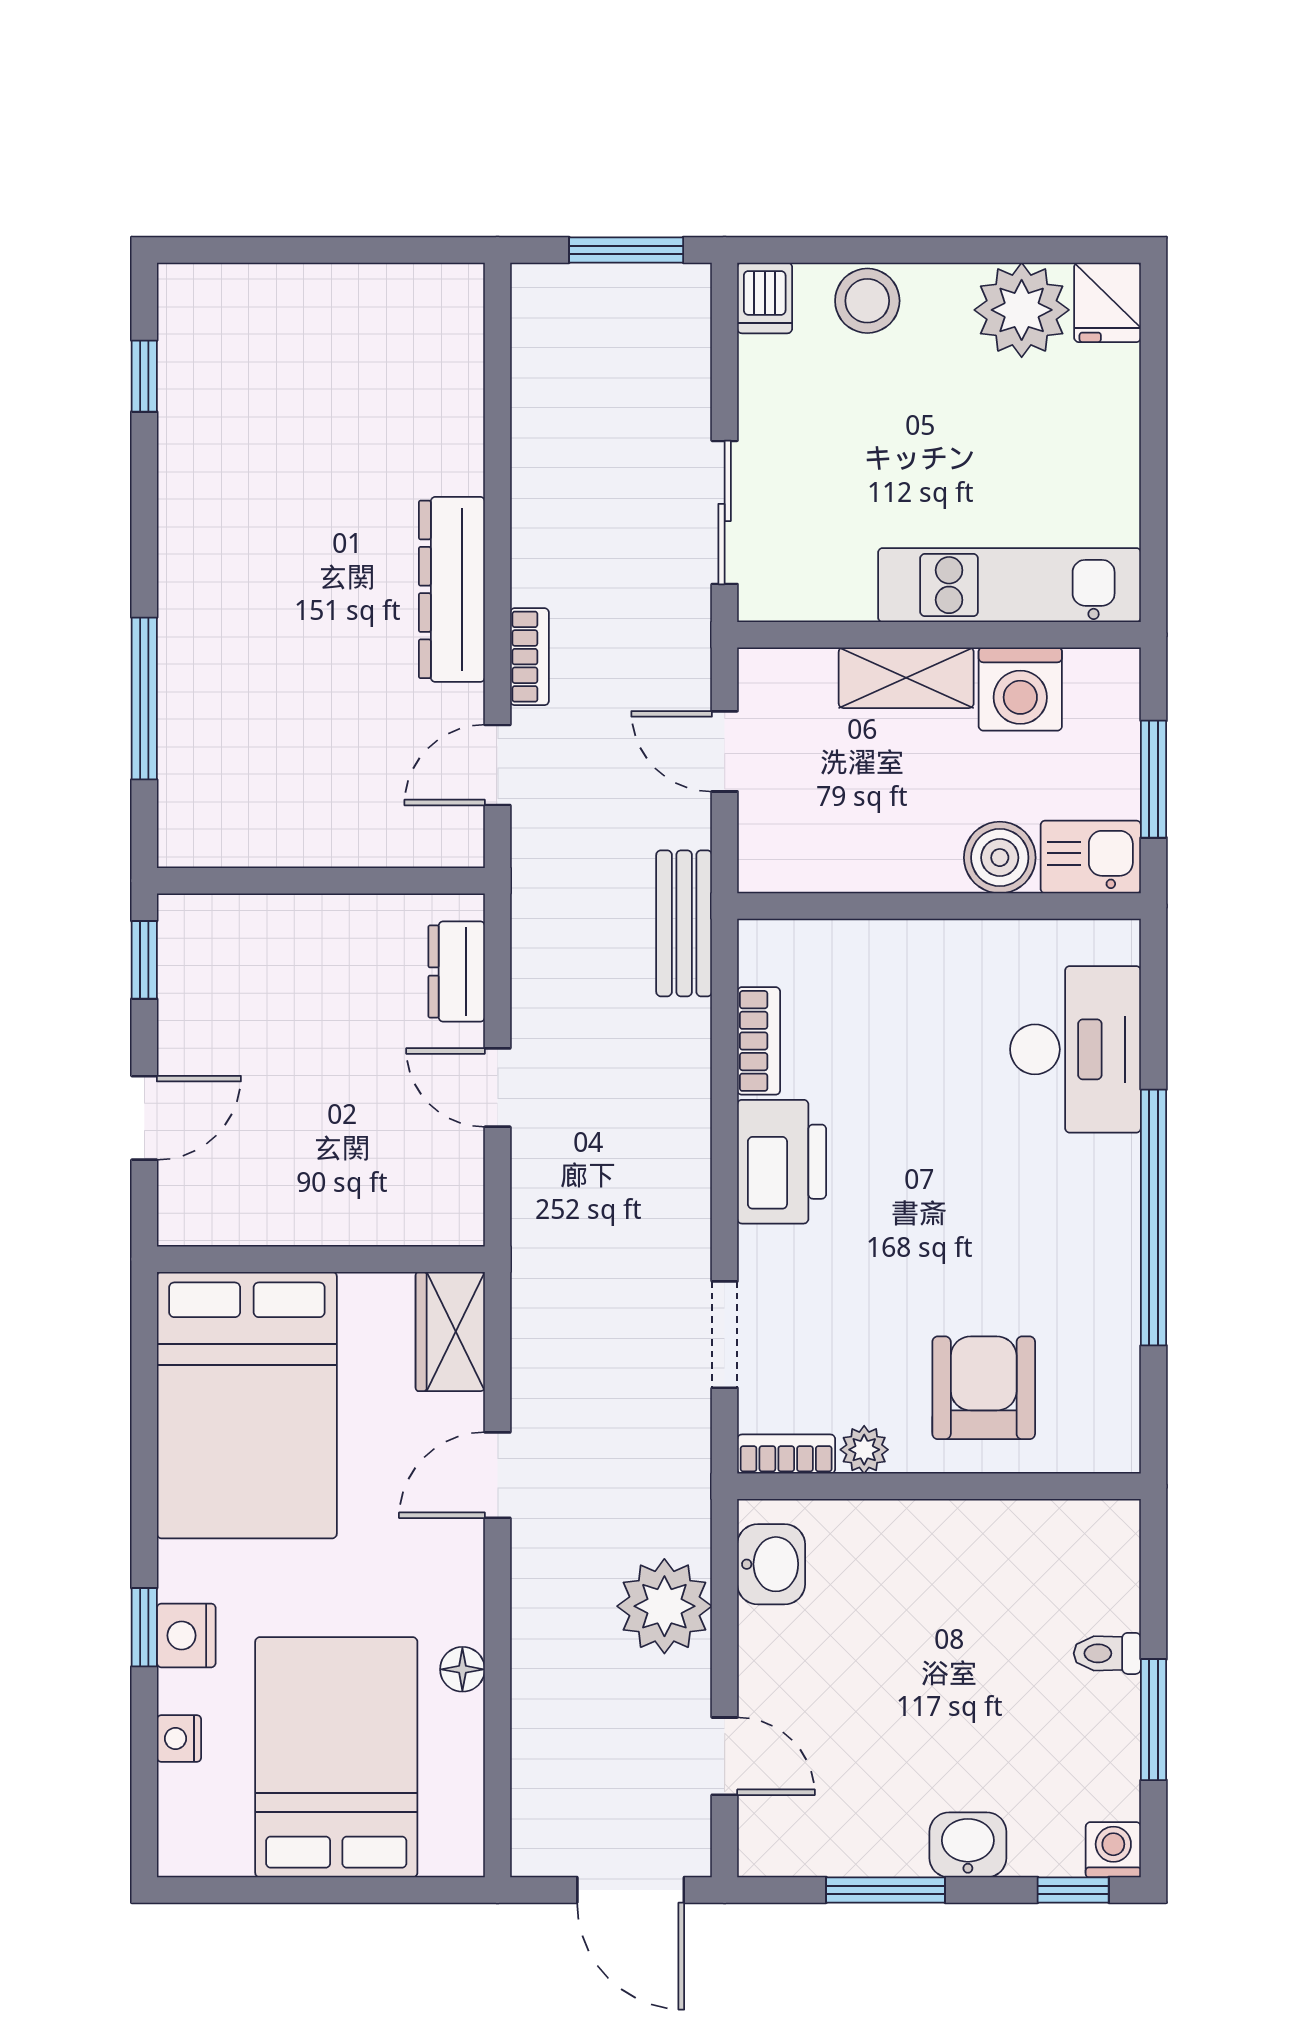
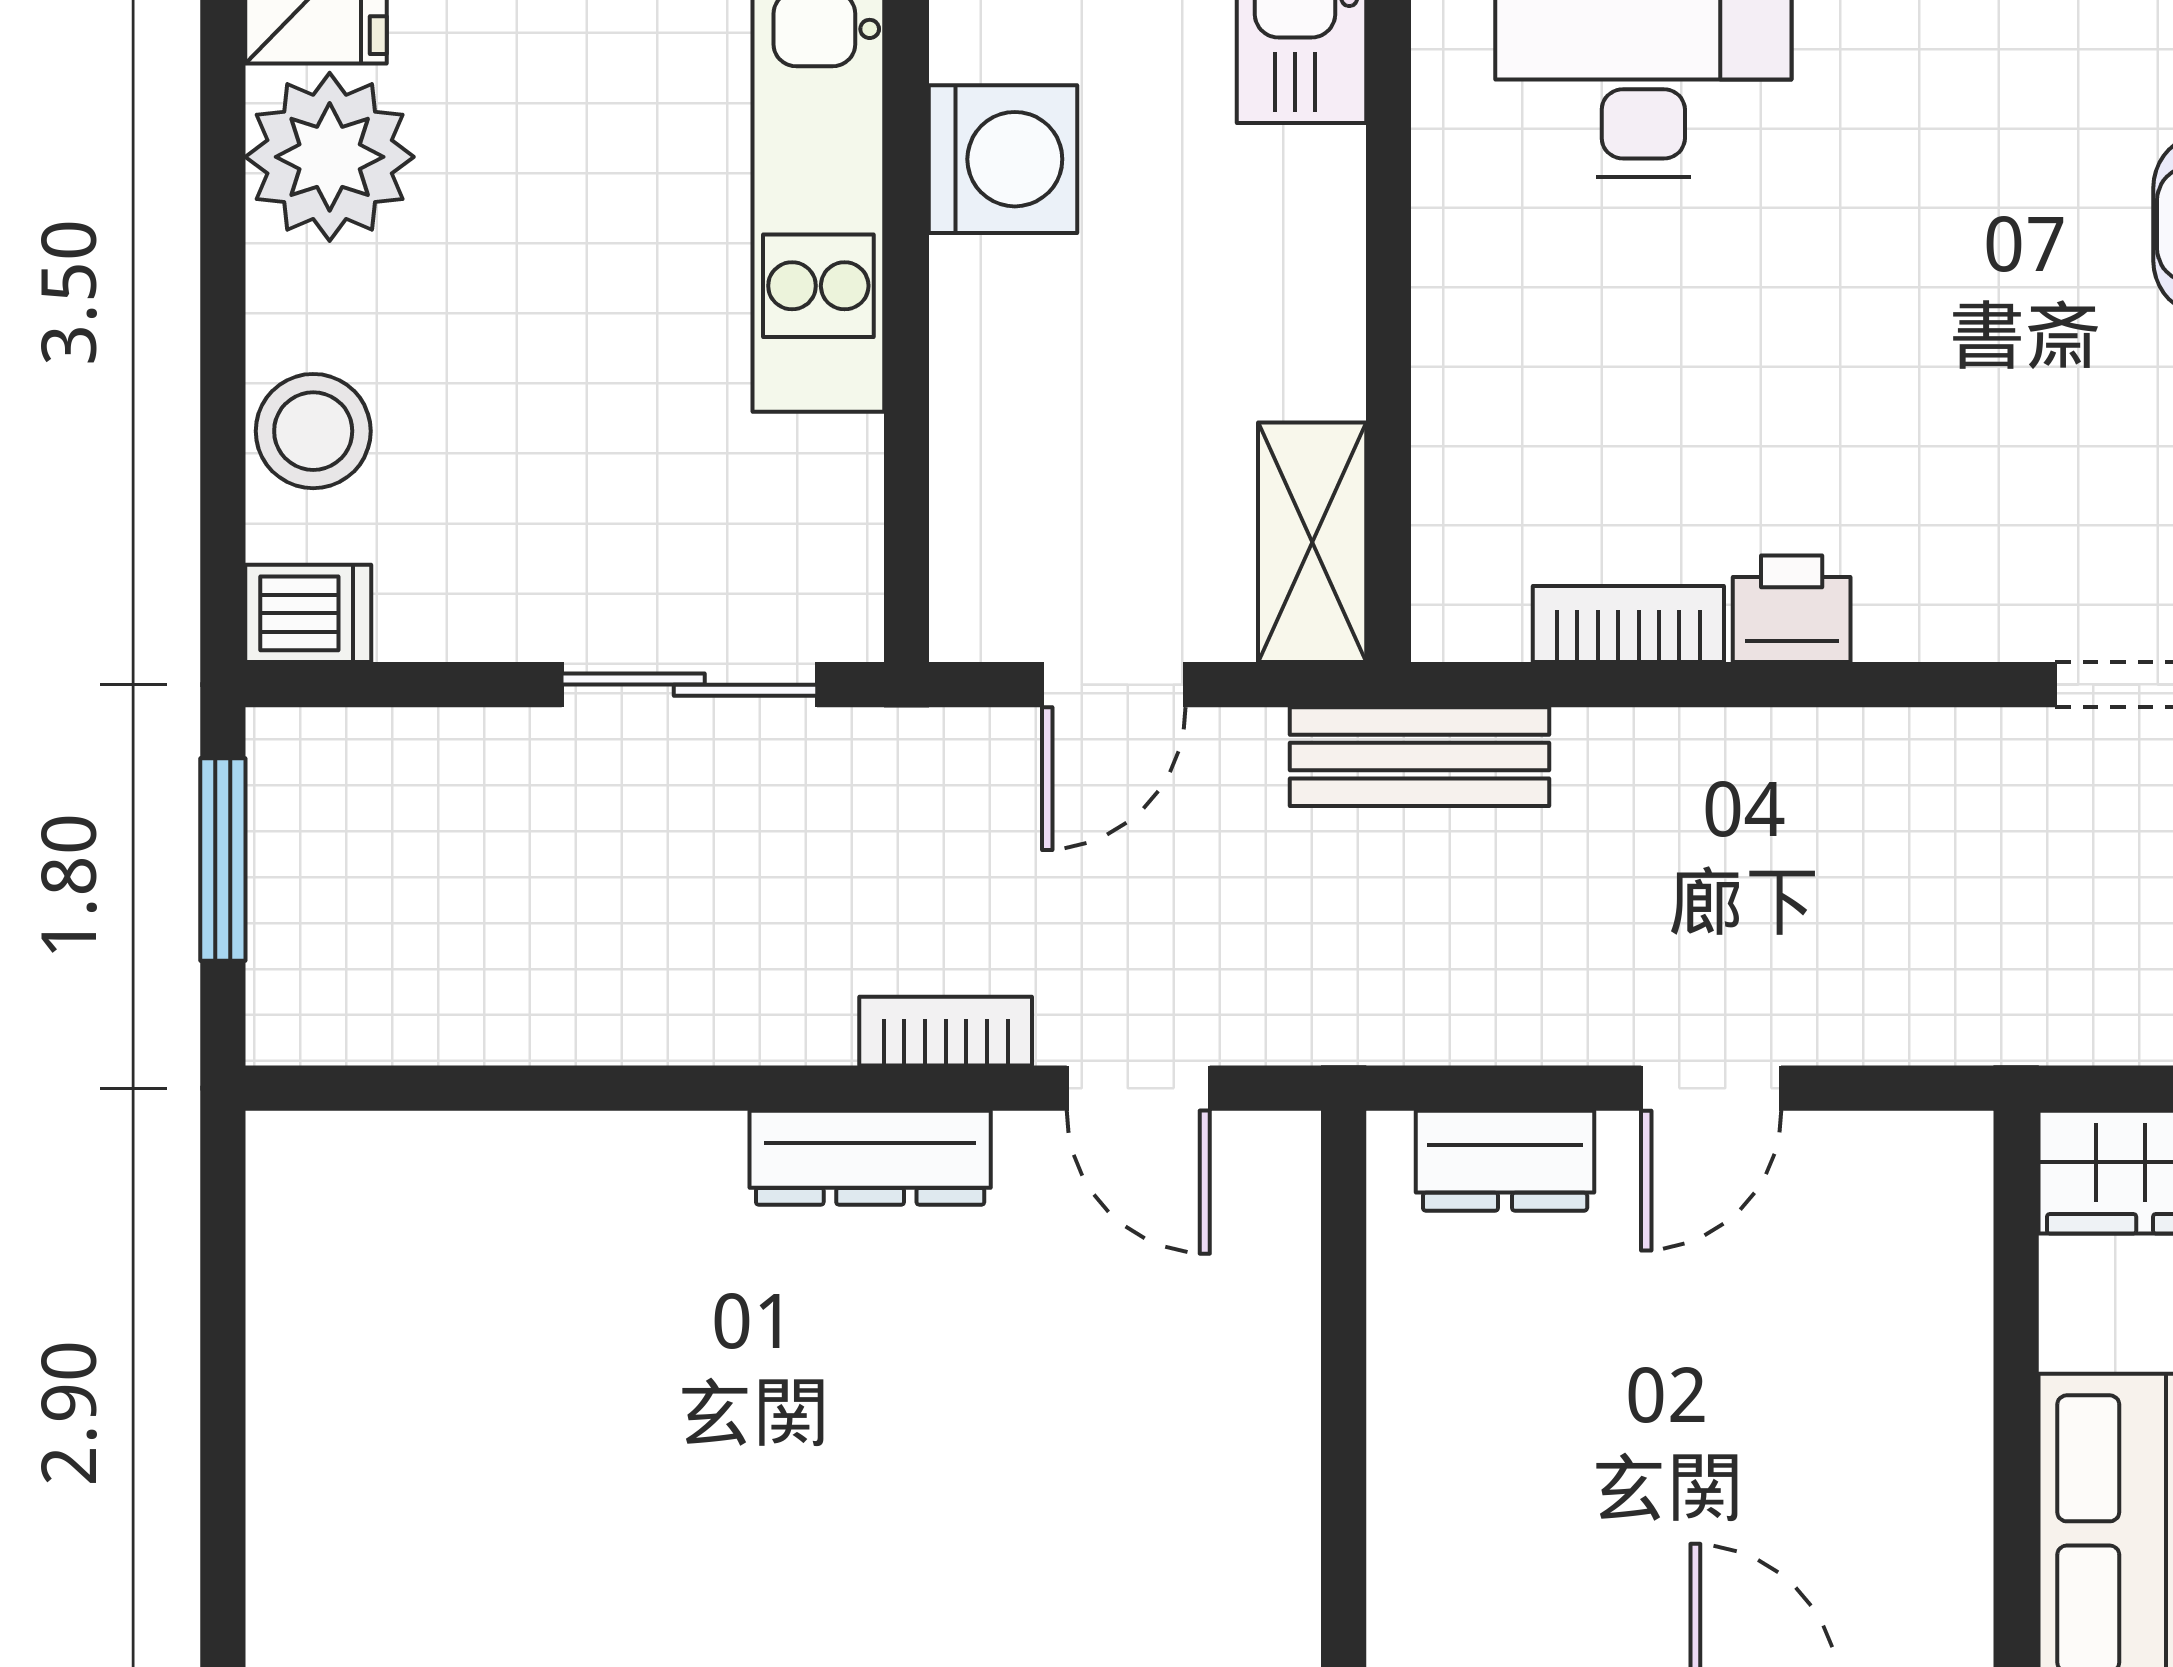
dresser: (452, 589) -> (870, 1158), width x0.73, depth x0.80
shelving: (906, 678) -> (1312, 542), moved
boiler: (1000, 858) -> (1302, 196), removed
printer: (782, 1162) -> (1792, 609), width x0.53, depth x0.68

